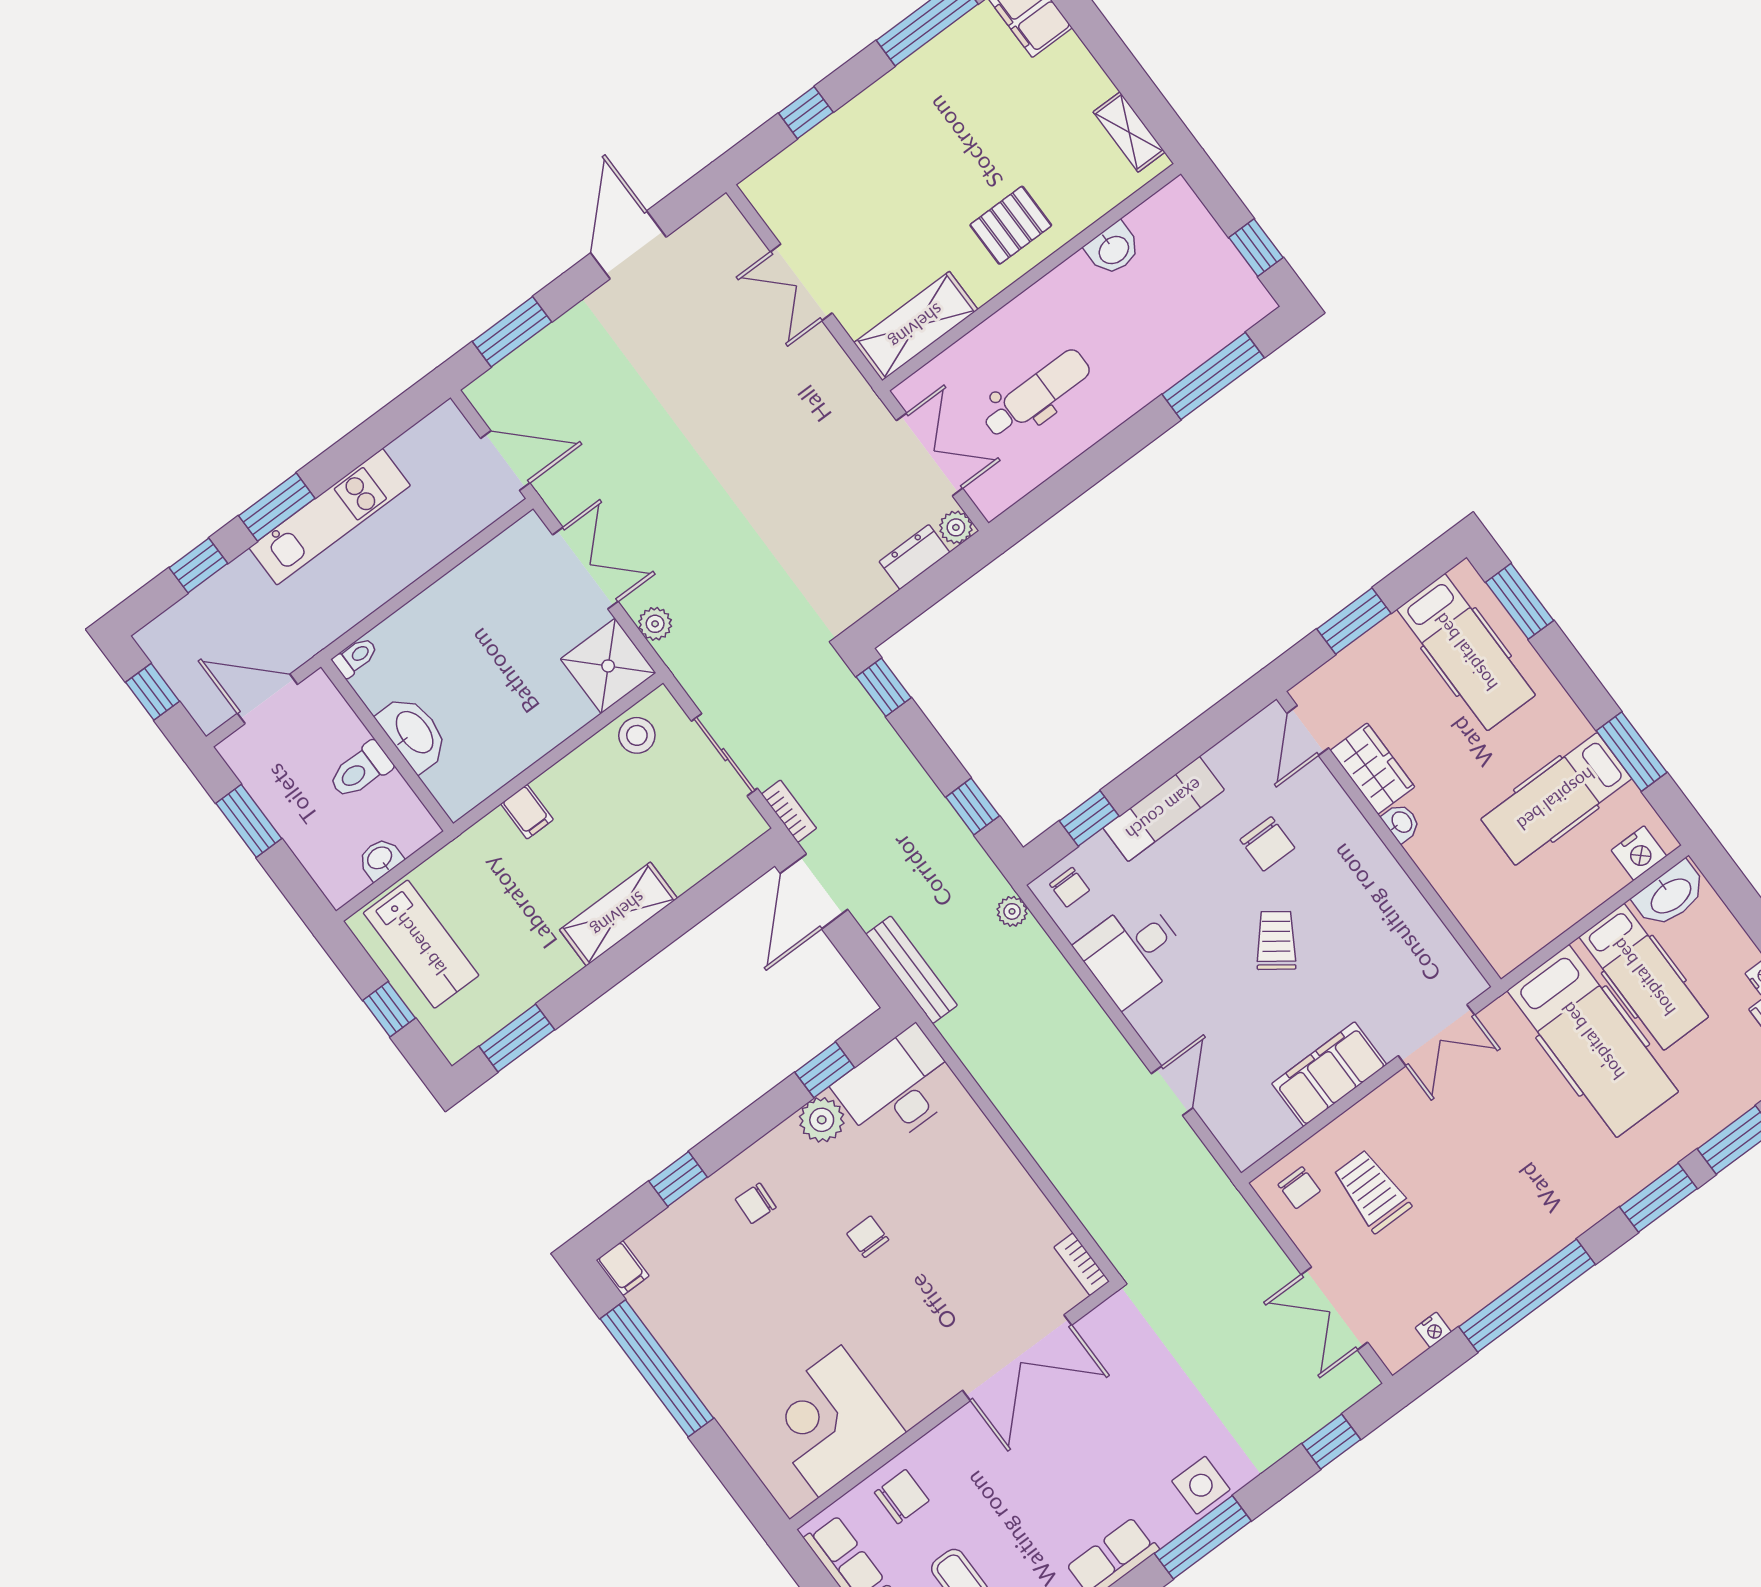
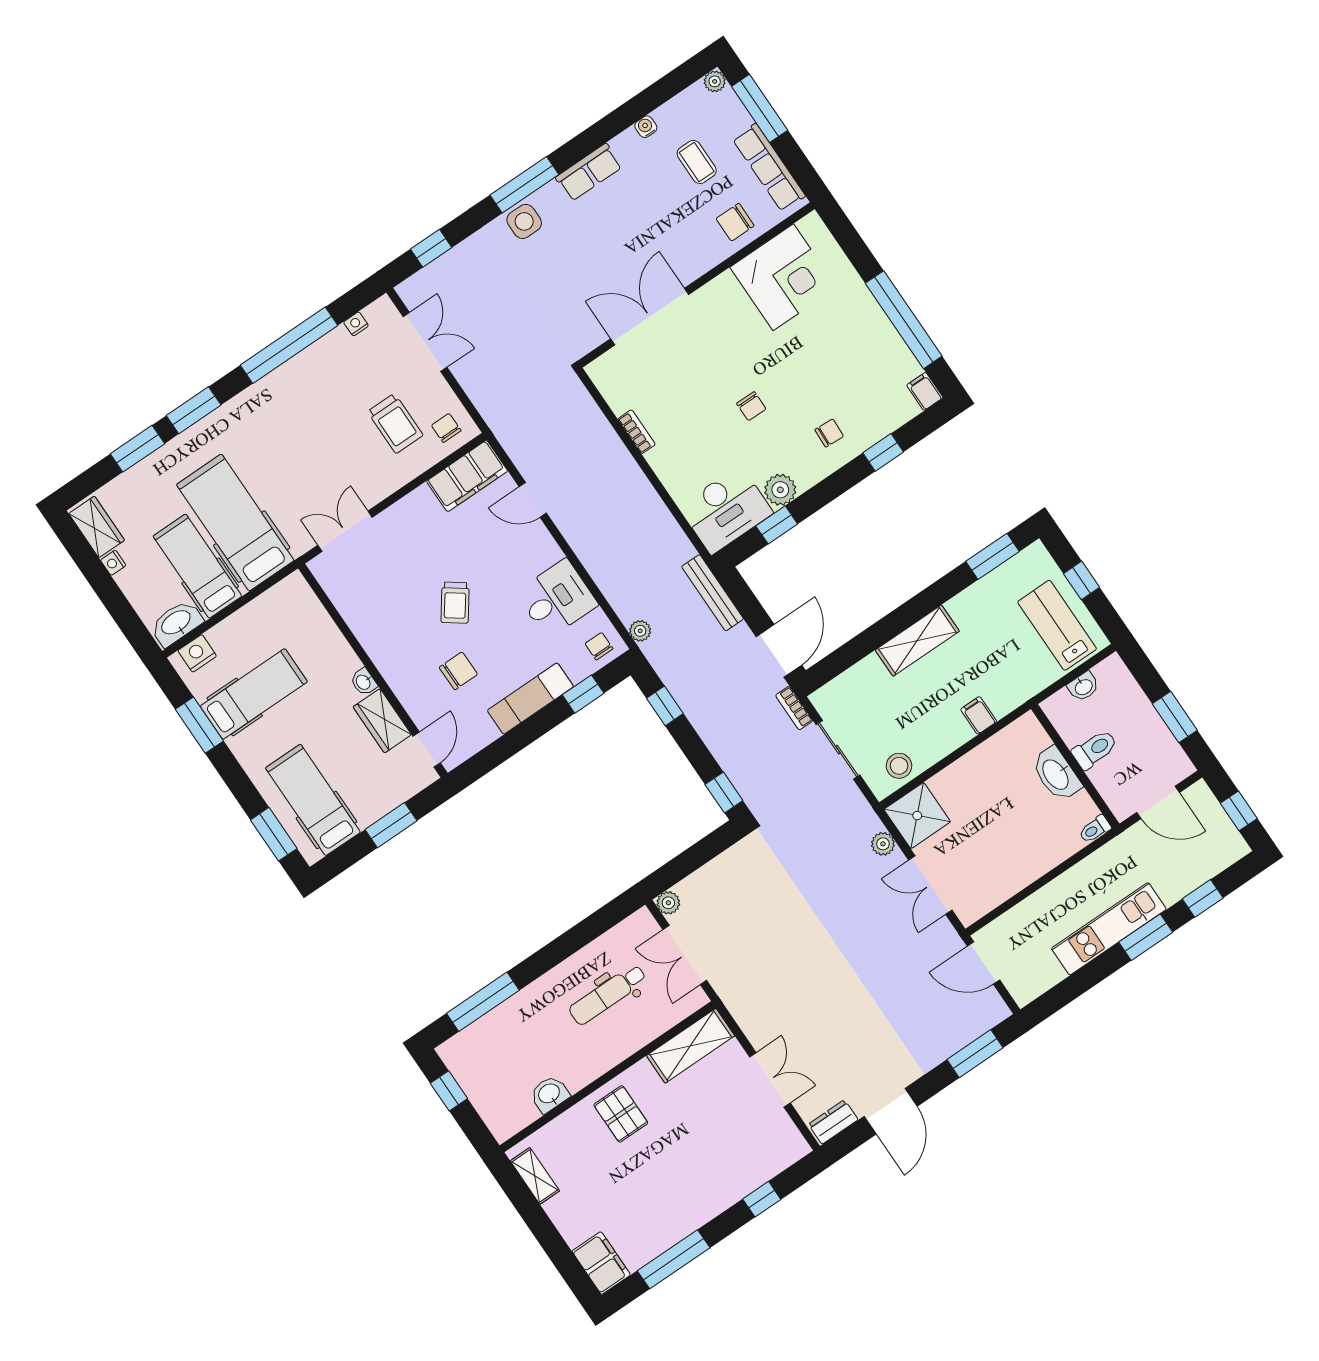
pallet: (1011, 225) -> (621, 1114), turned 90
dresser: (914, 557) -> (833, 1122), moved, turned 180
chair: (1267, 844) -> (458, 671), turned 90
filing cabinet: (1329, 1074) -> (467, 476), moved
door: (1172, 1091) -> (533, 500), hinge flipped
bookcase: (1082, 1264) -> (637, 432), moved

